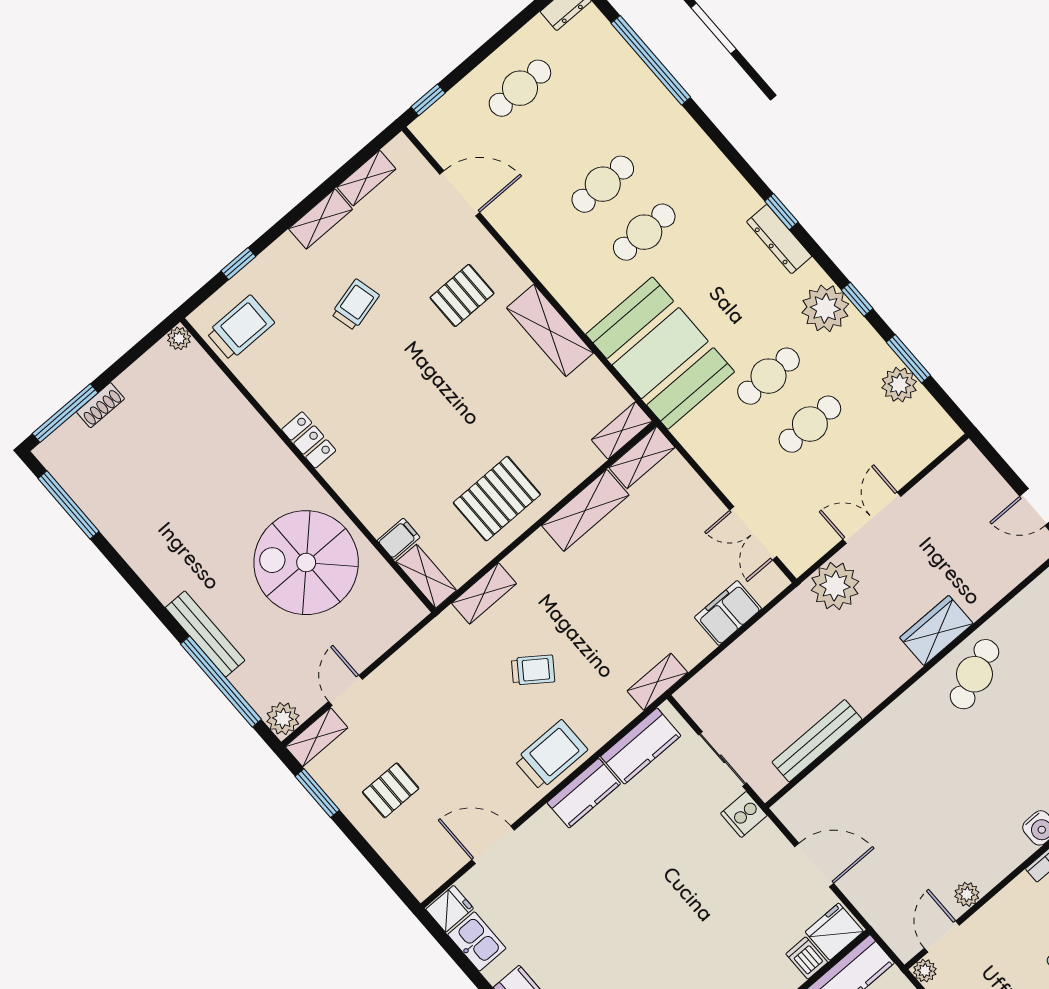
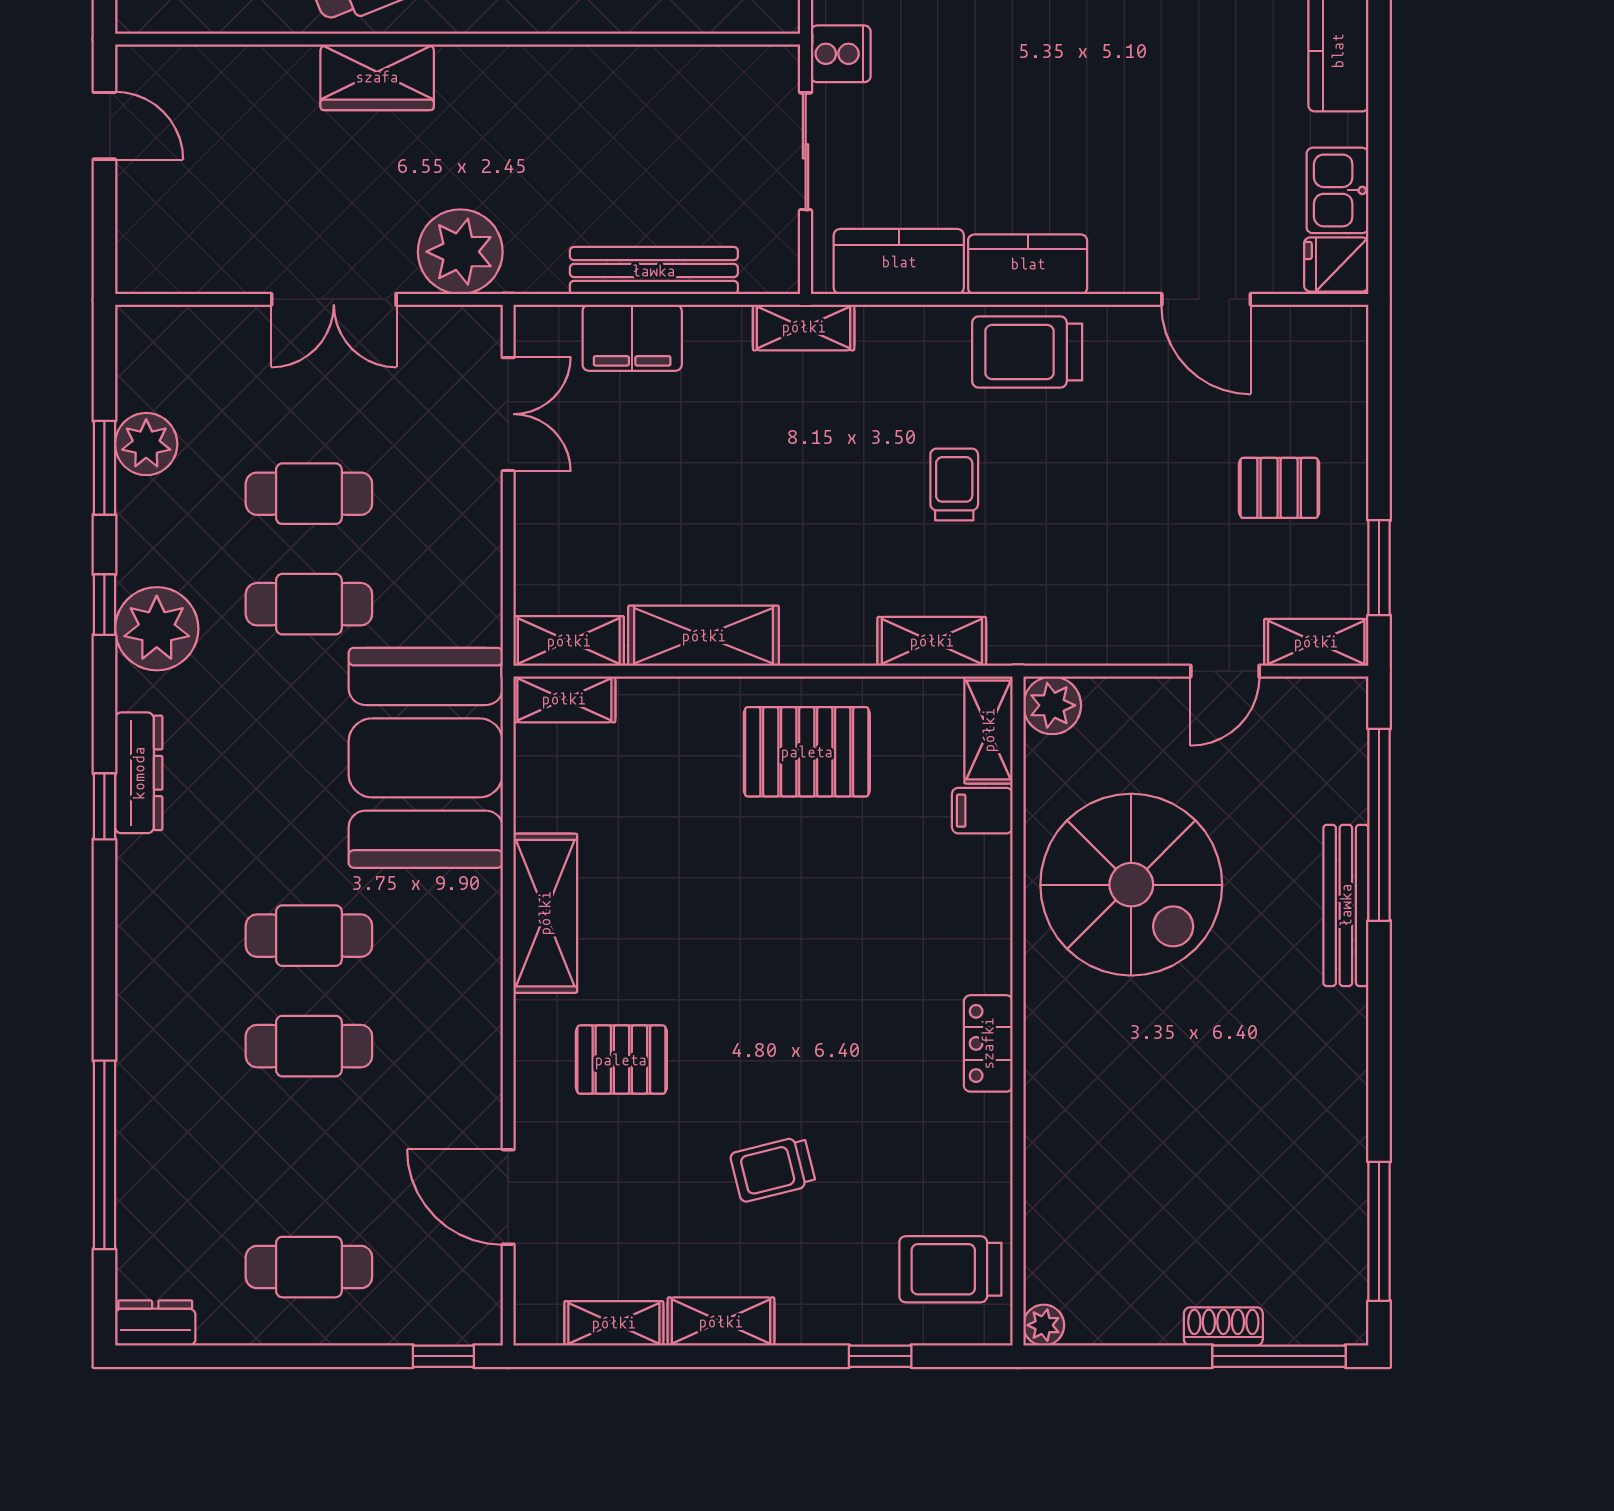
trolley: (533, 670) -> (954, 484), turned 54
plant: (283, 719) -> (1052, 705), moved
bench: (817, 741) -> (654, 271), moved

